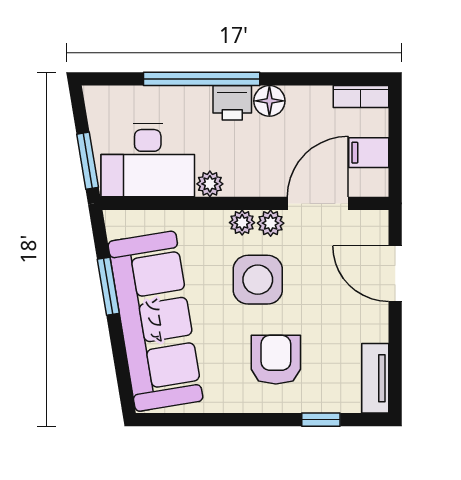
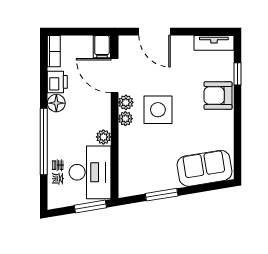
printer: (232, 103) -> (57, 82), moved
filing cabinet: (369, 153) -> (102, 47), moved
door: (395, 274) -> (155, 32), hinge flipped
sofa: (155, 321) -> (205, 168), width x0.54, depth x0.79
armchair: (276, 360) -> (218, 96), moved

